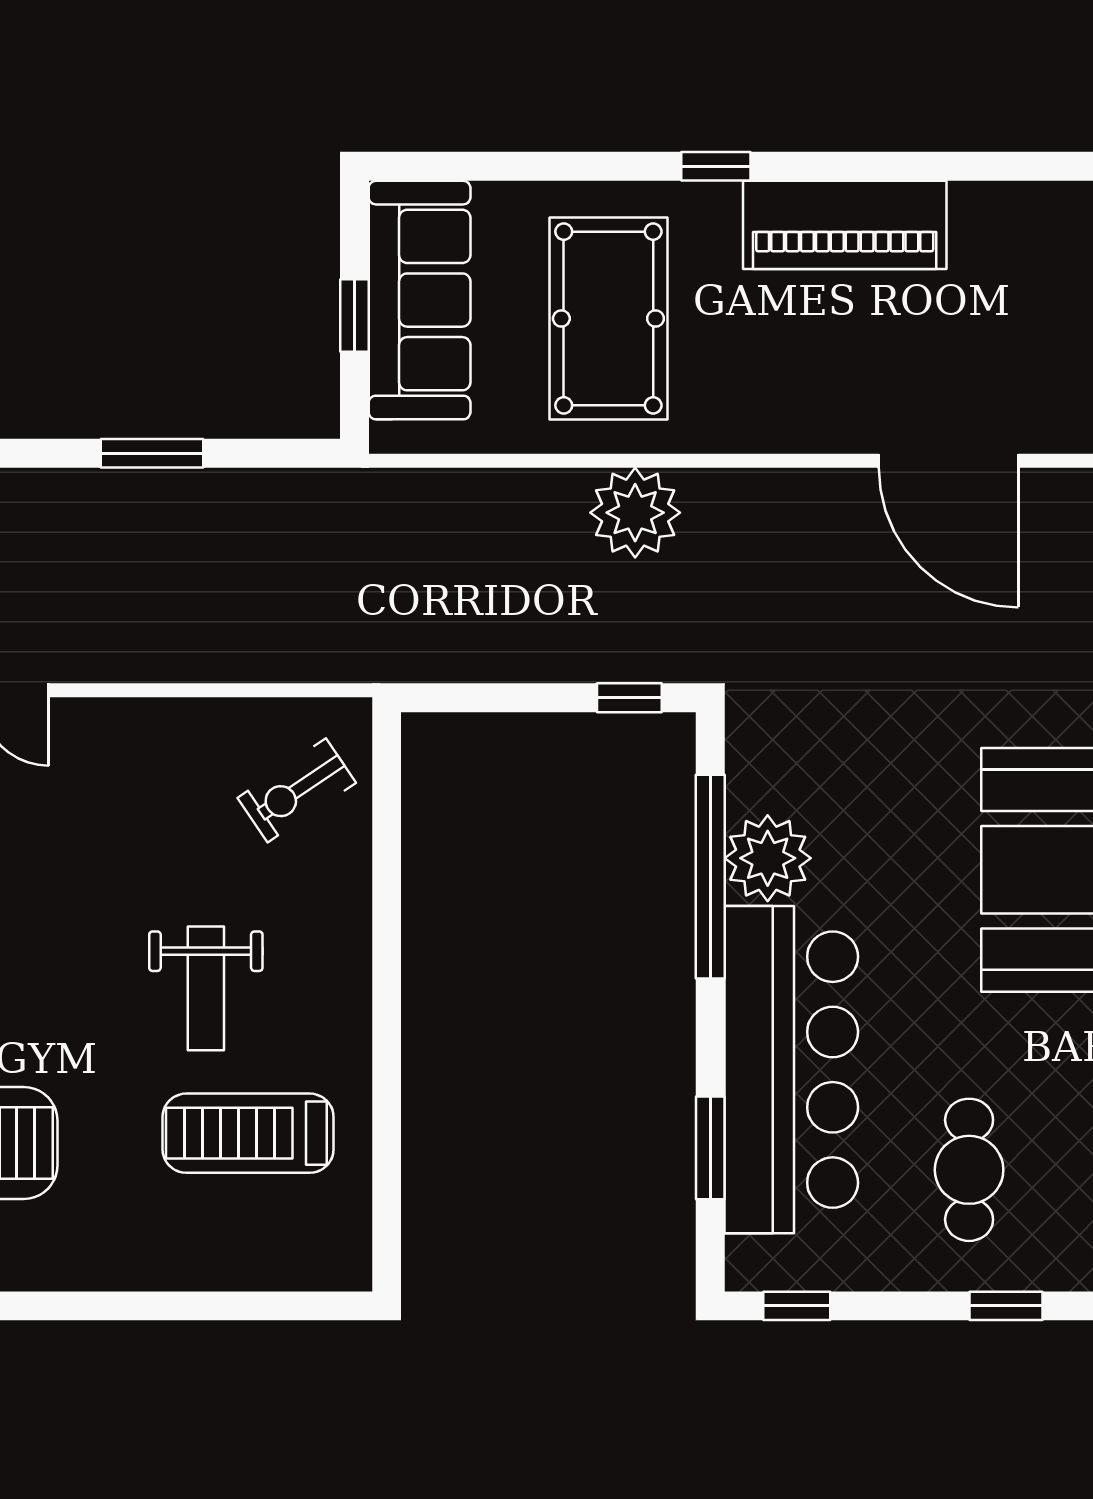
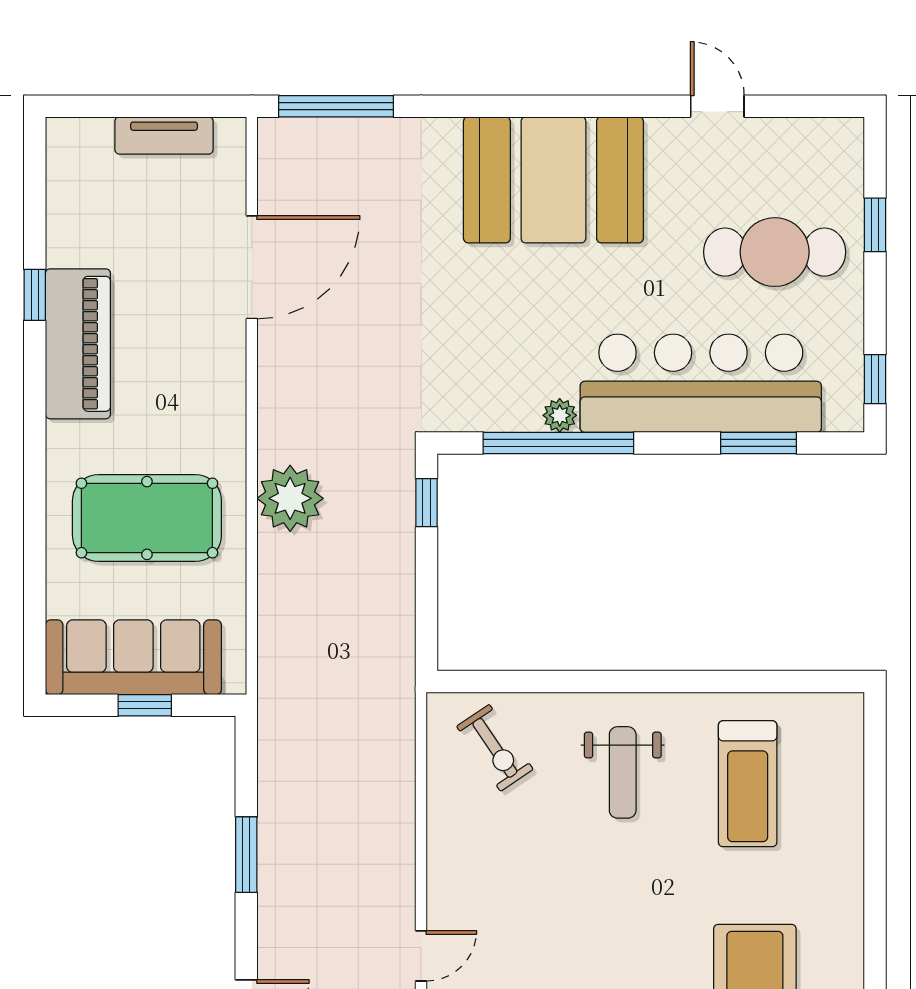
window: (716, 166) -> (35, 295), moved
plant: (768, 858) -> (560, 415), width x0.53, depth x0.53
weight bench: (206, 988) -> (623, 772), moved, turned 90
cafe table: (969, 1170) -> (775, 252), width x1.37, depth x1.35

